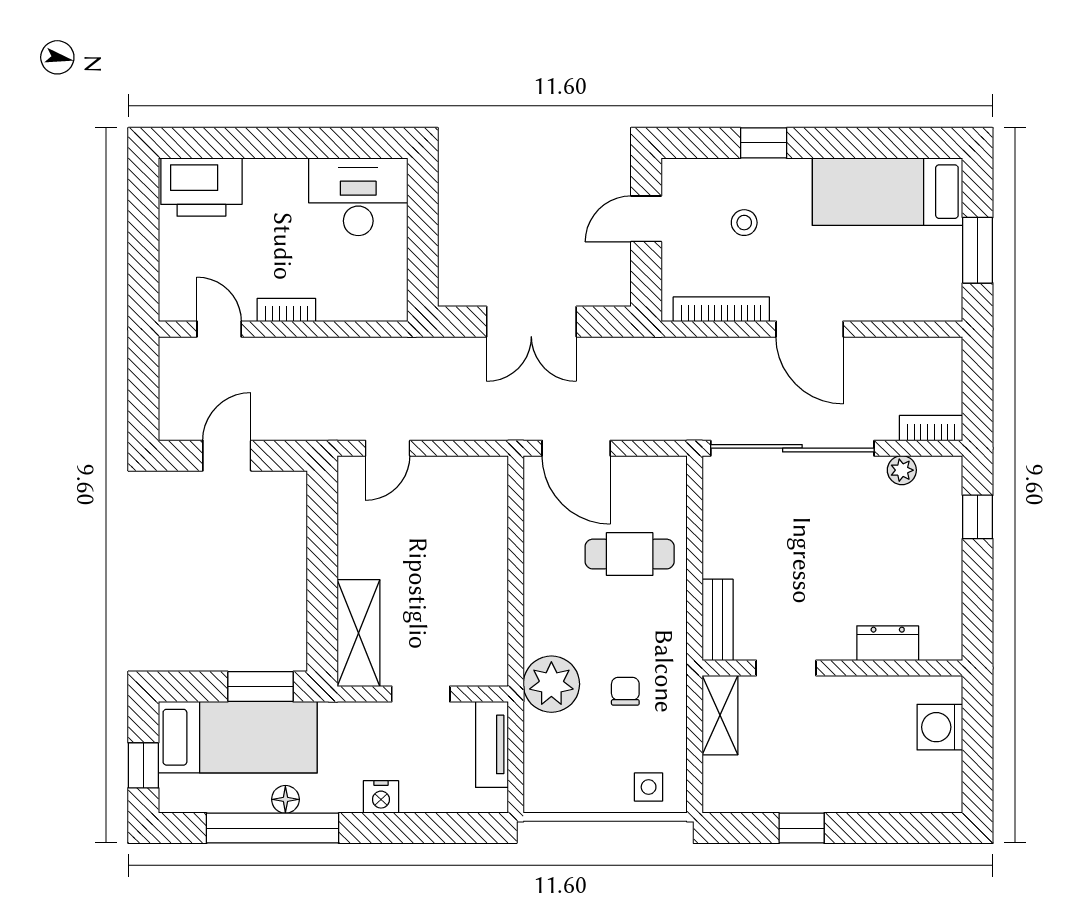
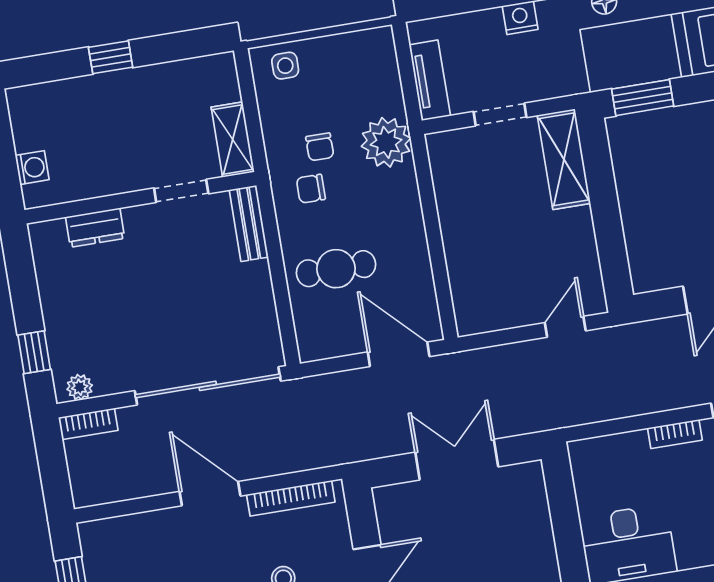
plant: (902, 470) -> (80, 387), moved
chair: (643, 647) -> (311, 189), added
washing machine: (940, 727) -> (32, 168), width x0.73, depth x0.73
window: (802, 828) -> (111, 57), moved

